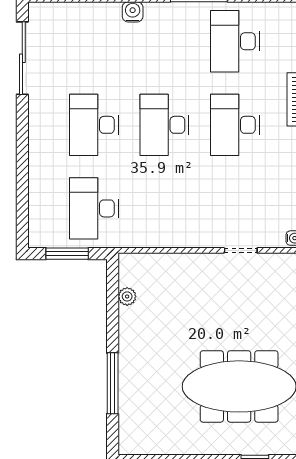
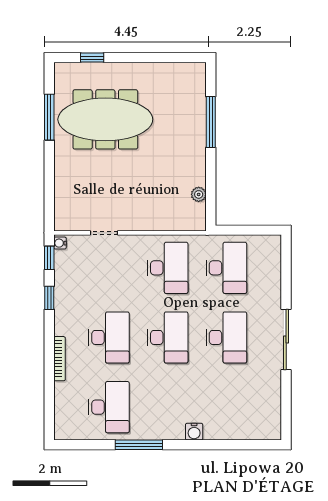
sliding door: (22, 58) -> (286, 339), moved
desk: (164, 208) -> (168, 268), added
window: (67, 254) -> (249, 230), removed

